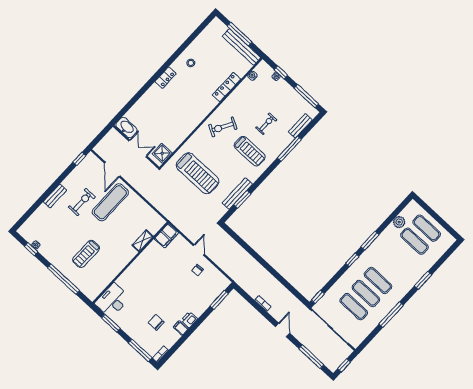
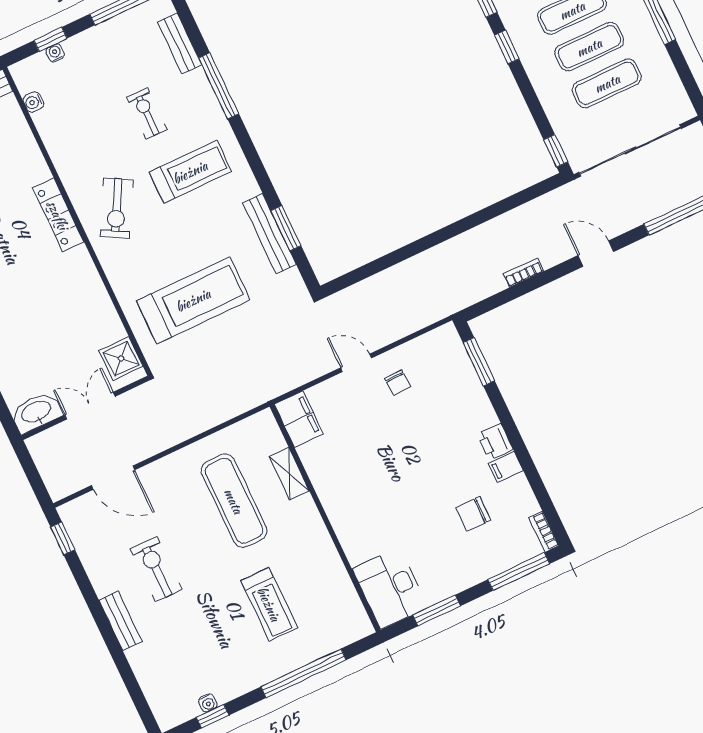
locker: (227, 87) -> (58, 215), moved
exercise mat: (110, 202) -> (234, 501), moved

